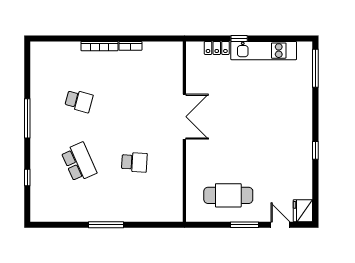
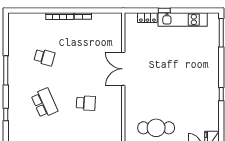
double door: (184, 117) -> (123, 69), swing flipped

